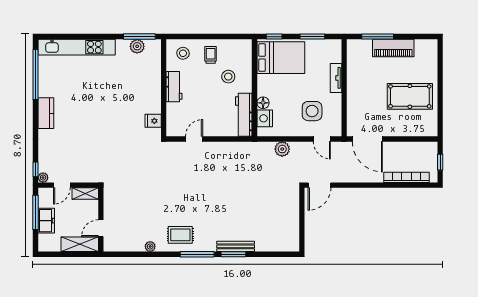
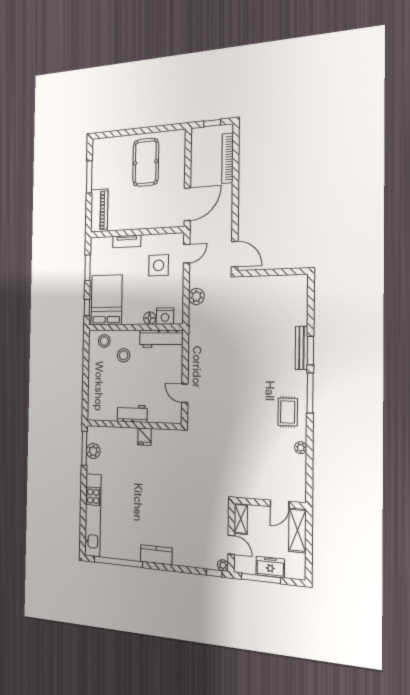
window: (378, 37) -> (89, 177), moved
piano: (393, 48) -> (99, 210), moved
stool: (183, 53) -> (104, 341), moved
trolley: (211, 55) -> (103, 374), removed
fridge: (153, 121) -> (145, 437), moved
door: (101, 228) -> (280, 504), hinge flipped

